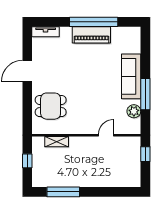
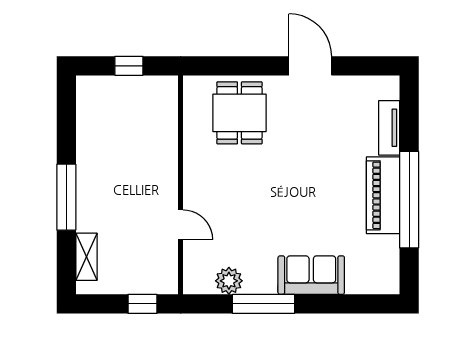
tv unit: (46, 32) -> (389, 128), moved
sofa: (131, 76) -> (311, 275), width x0.73
shelving: (57, 142) -> (86, 257), moved
window: (63, 192) -> (66, 197), moved

